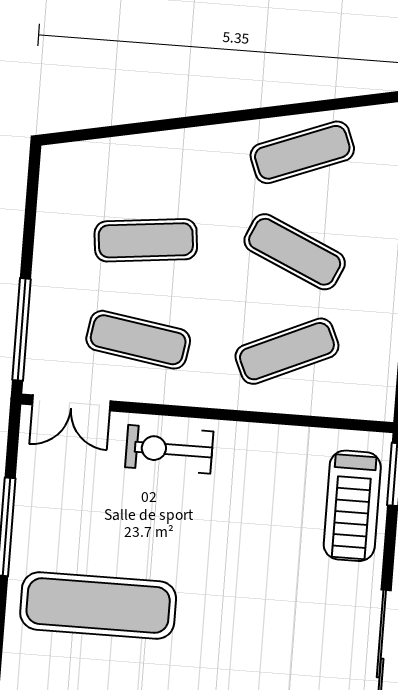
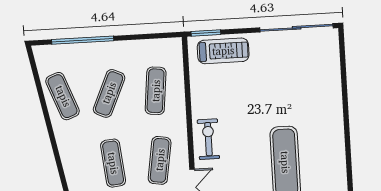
exercise mat: (287, 351) -> (156, 91), turned 30
exercise bike: (169, 449) -> (208, 139), turned 180

